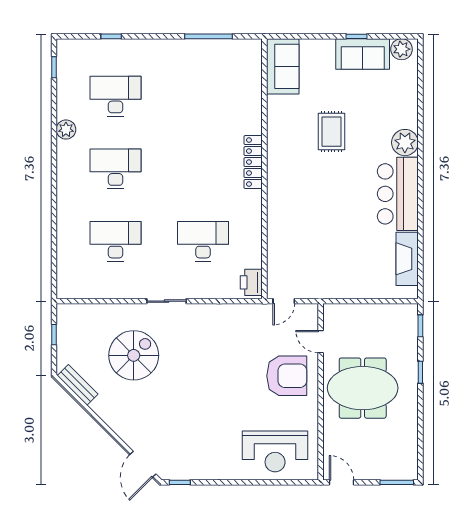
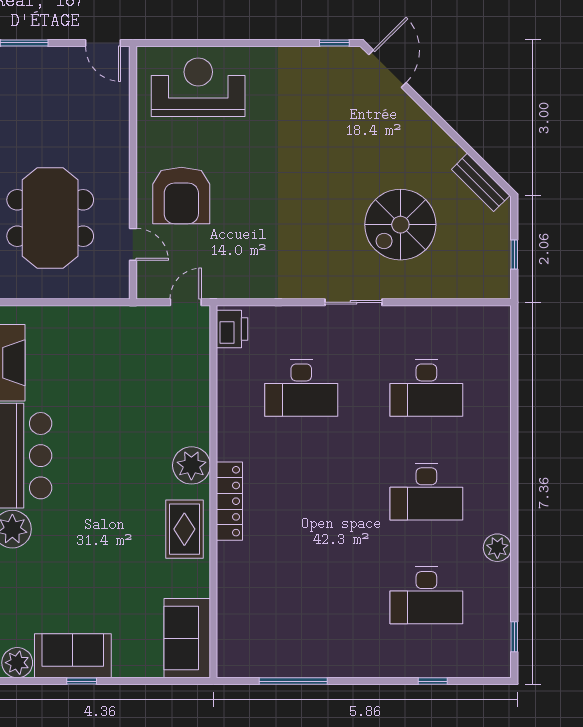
rug: (332, 132) -> (184, 529), moved
plant: (280, 187) -> (191, 465), added
armchair: (287, 376) -> (181, 195), turned -90
meeting table: (363, 388) -> (50, 218), moved, turned 90

